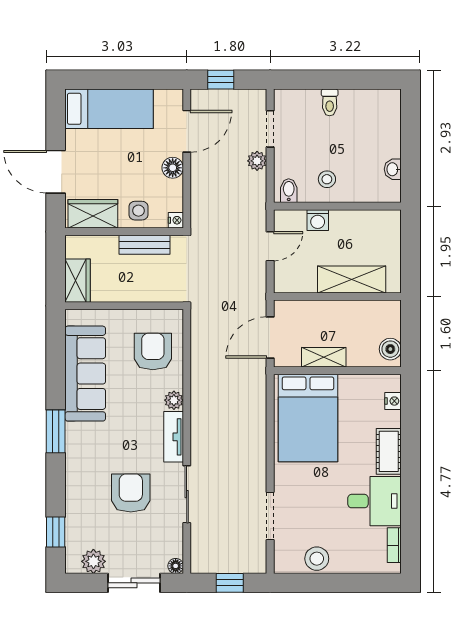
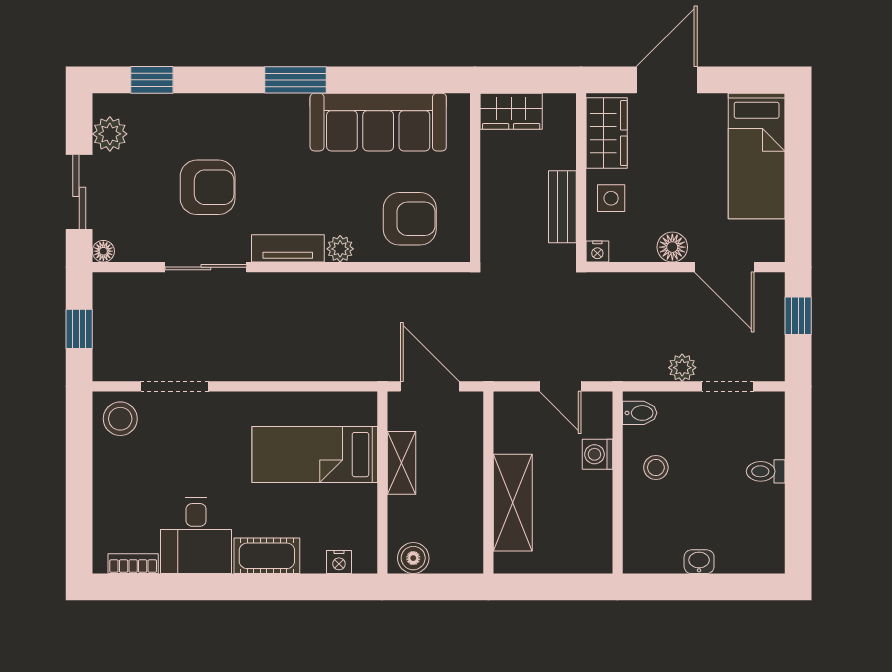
washbasin: (393, 169) -> (699, 562), moved
bed: (308, 418) -> (315, 455), width x0.67
stool: (317, 559) -> (120, 419), moved

